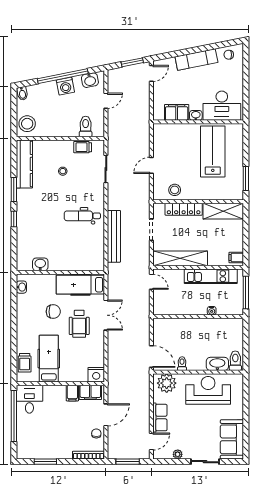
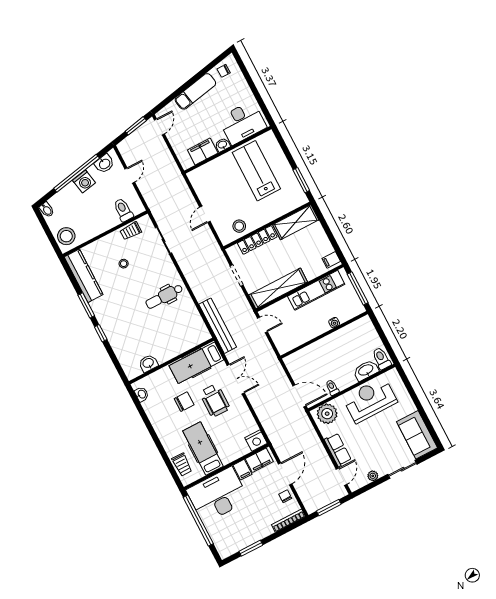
bench: (114, 236) -> (218, 326), moved
desk: (29, 399) -> (218, 495), width x1.87, depth x1.30

